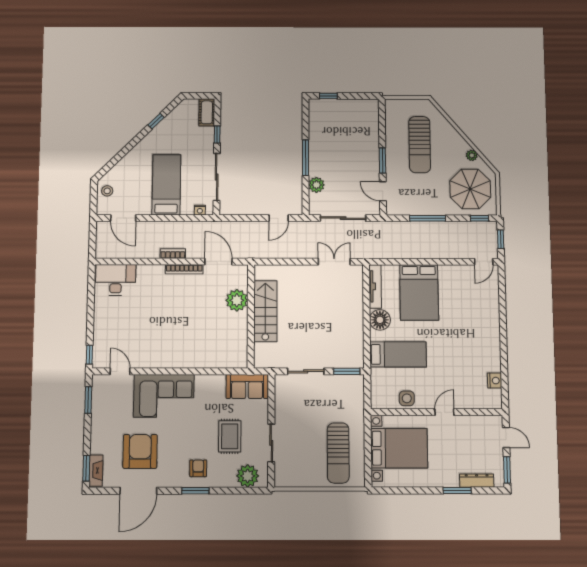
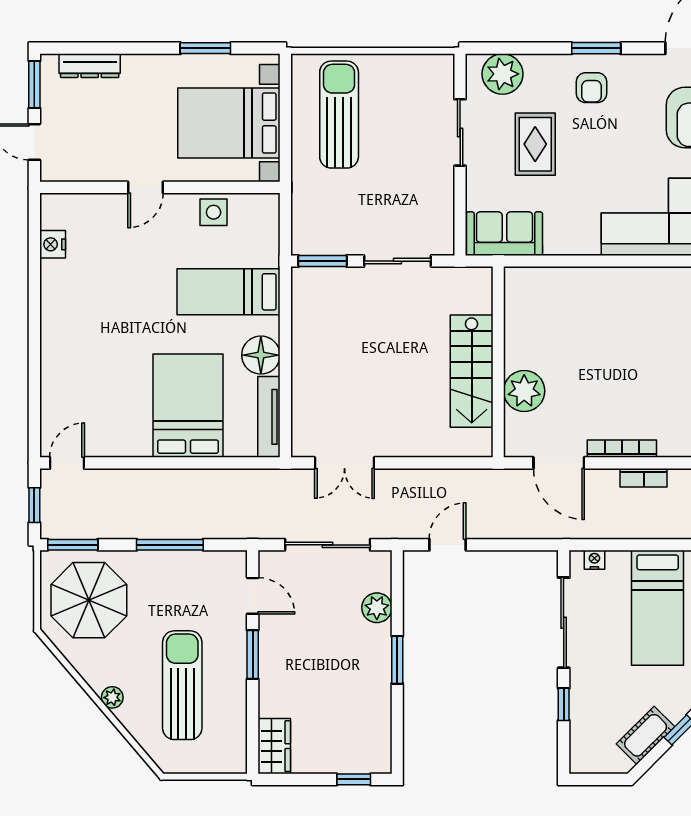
cot: (207, 112) -> (646, 735), moved, turned 45
wardrobe: (370, 113) -> (274, 746), added
plant: (472, 155) -> (112, 697), moved
window: (306, 158) -> (397, 660), width x0.69
window: (480, 218) -> (73, 545), width x1.50
window: (457, 490) -> (205, 48), moved

